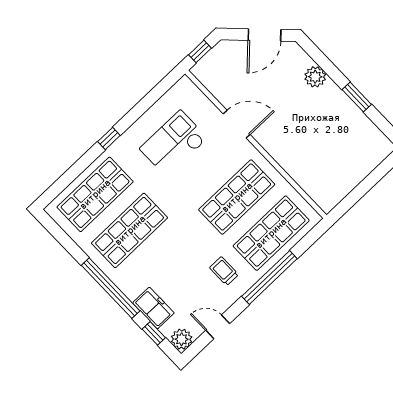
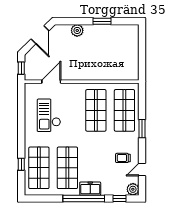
door: (237, 124) -> (51, 82), moved
window: (109, 138) -> (21, 164), moved
trolley: (224, 271) -> (123, 158), moved
window: (269, 277) -> (142, 129), width x0.47
freezer: (153, 308) -> (90, 189), moved

